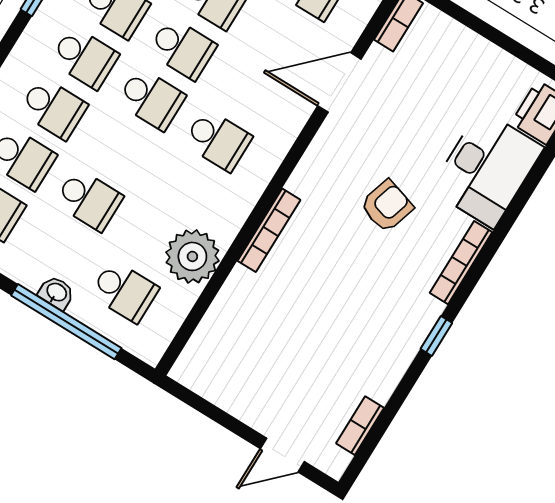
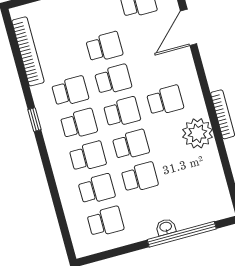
plant: (192, 256) -> (197, 133), moved
school desk: (124, 291) -> (131, 145), moved

